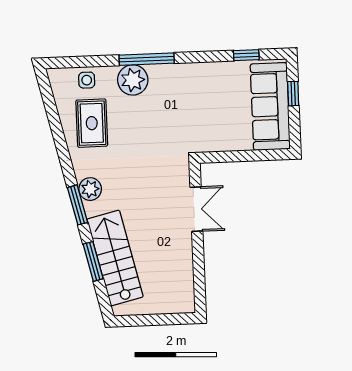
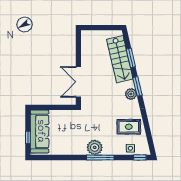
window: (246, 55) -> (140, 158), moved
plant: (133, 80) -> (95, 147), moved
rug: (92, 123) -> (129, 127), turned 90
double door: (196, 209) -> (78, 82), width x1.37

